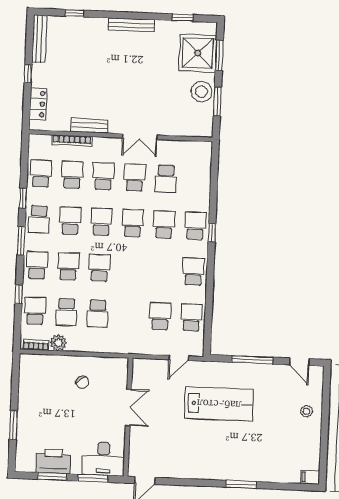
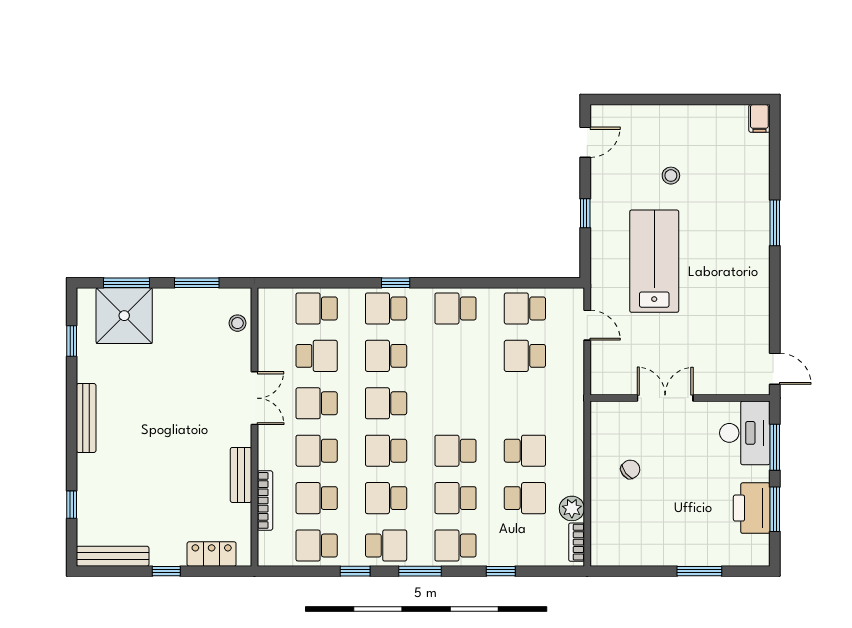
stool: (201, 92) -> (237, 323), moved, width x0.53, depth x0.53
school desk: (35, 311) -> (317, 308), moved
window: (252, 360) -> (585, 213), width x0.46
stool: (307, 411) -> (671, 176), moved

